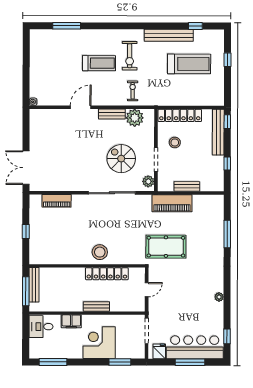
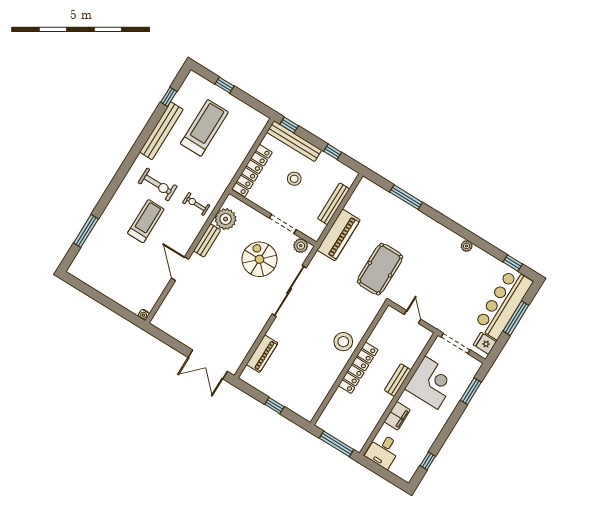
stool: (175, 142) -> (294, 179), moved
spiral stairs: (121, 159) -> (259, 259), turned 90
bench: (187, 186) -> (334, 204), width x1.36
locker: (107, 274) -> (358, 368), moved
bench: (34, 285) -> (335, 431), removed
corner desk: (99, 343) -> (431, 383), moved, turned 180
window: (53, 362) -> (428, 461), width x0.46

